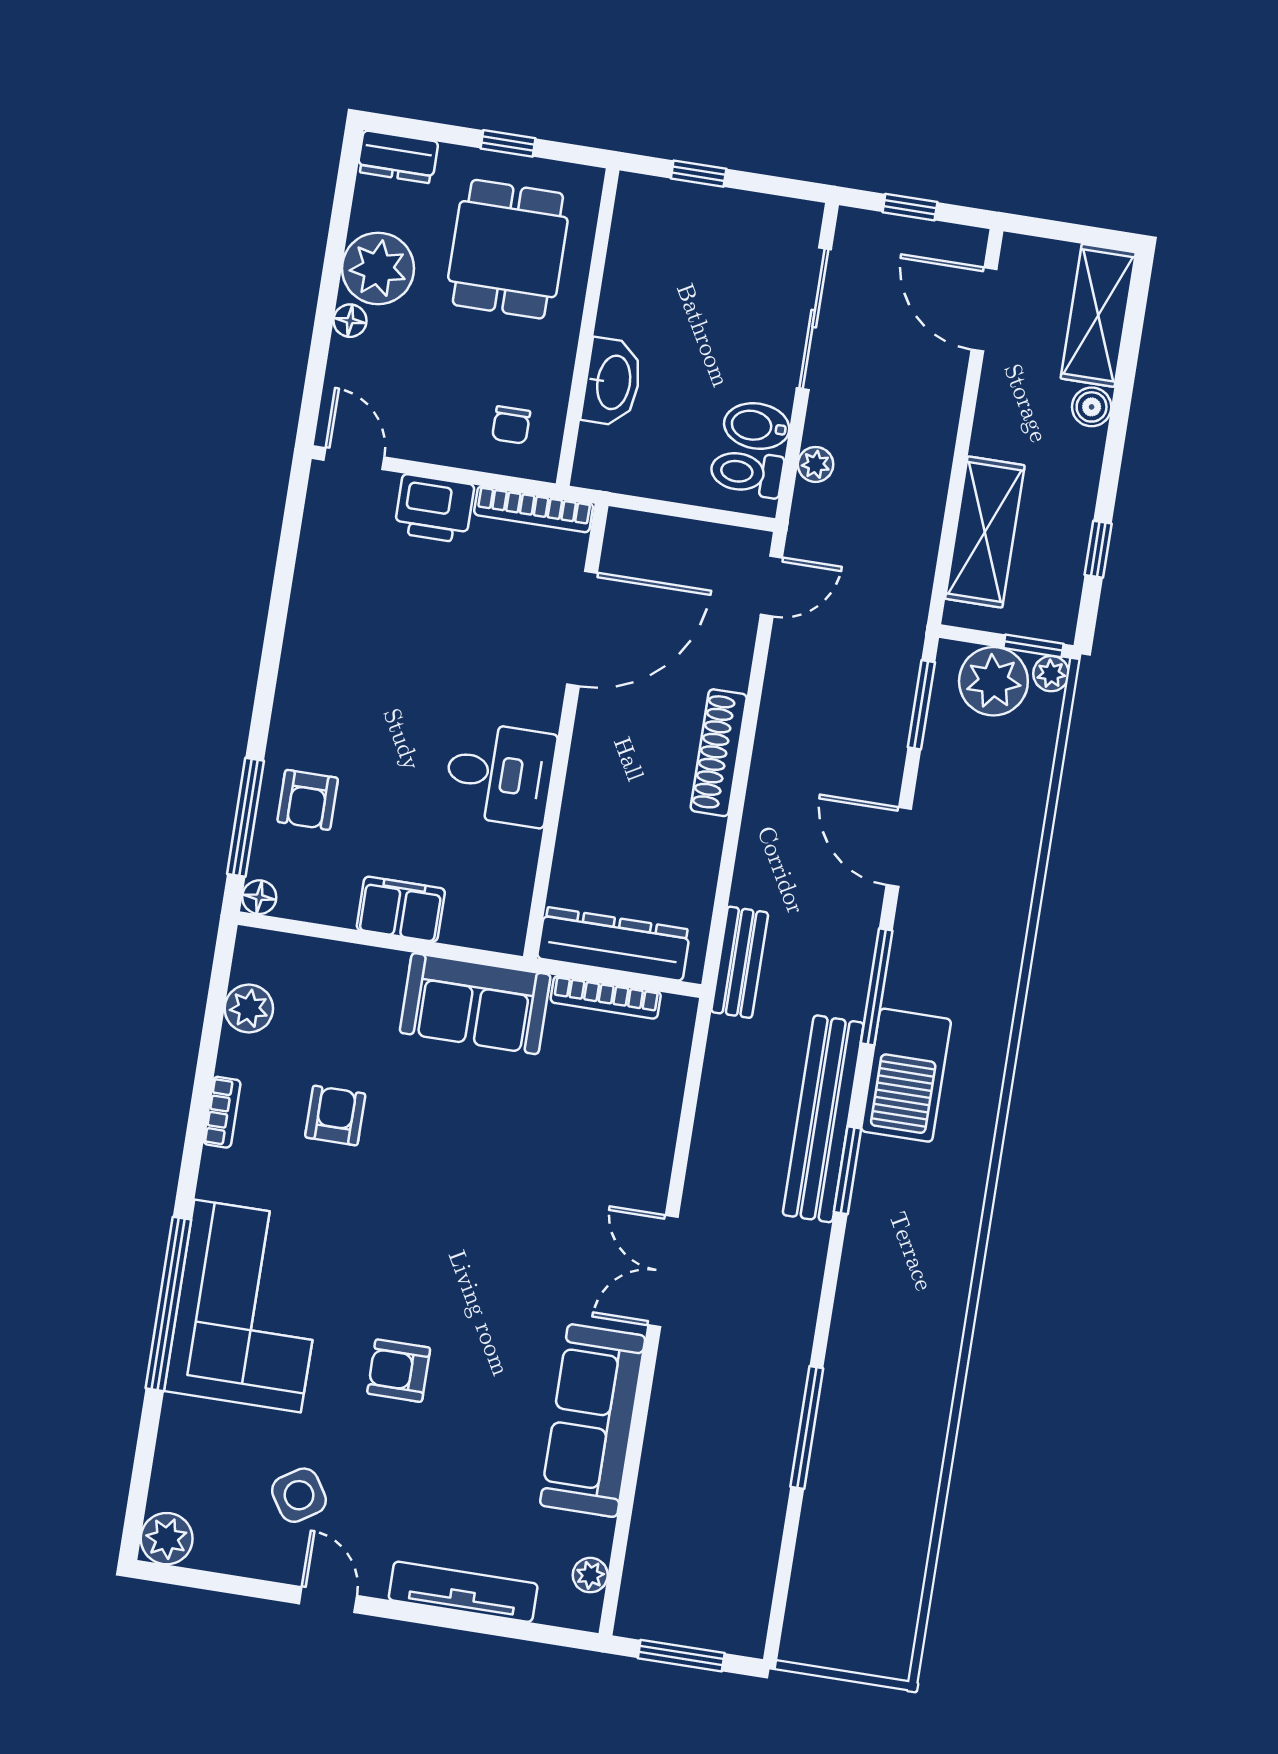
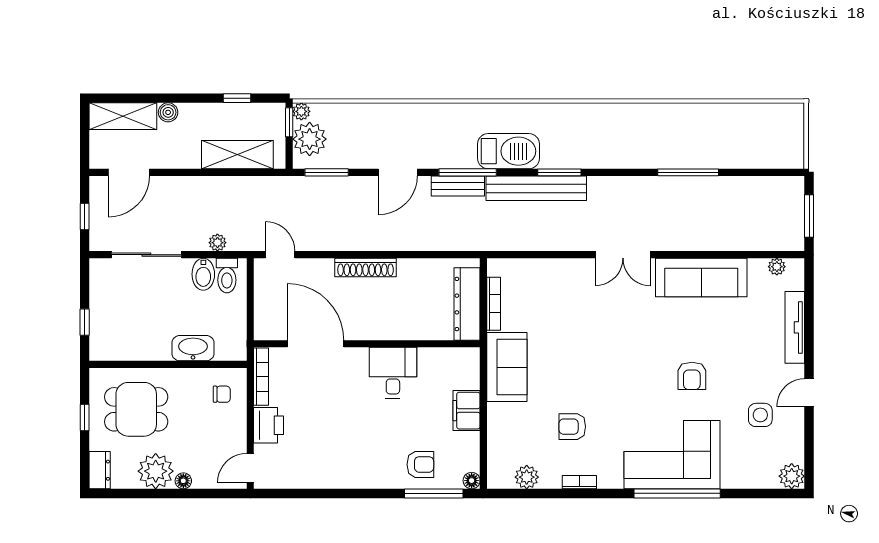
bench: (740, 962) -> (458, 186), moved
side table: (299, 1495) -> (760, 415), turned 33

